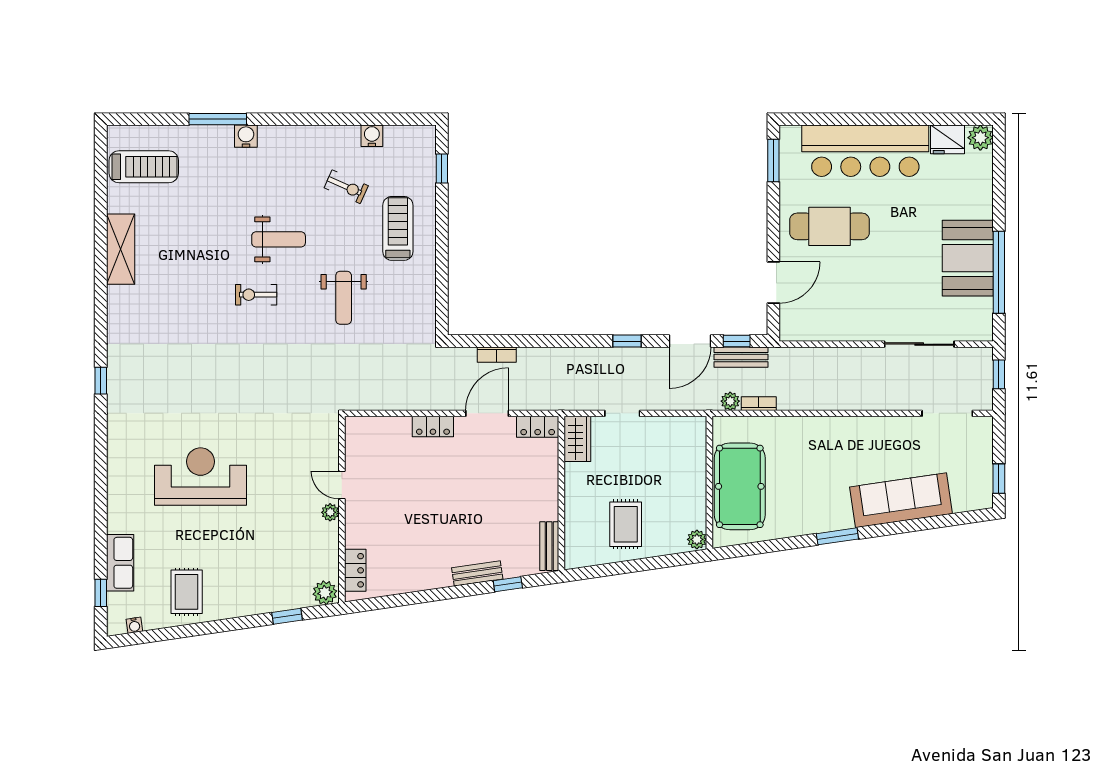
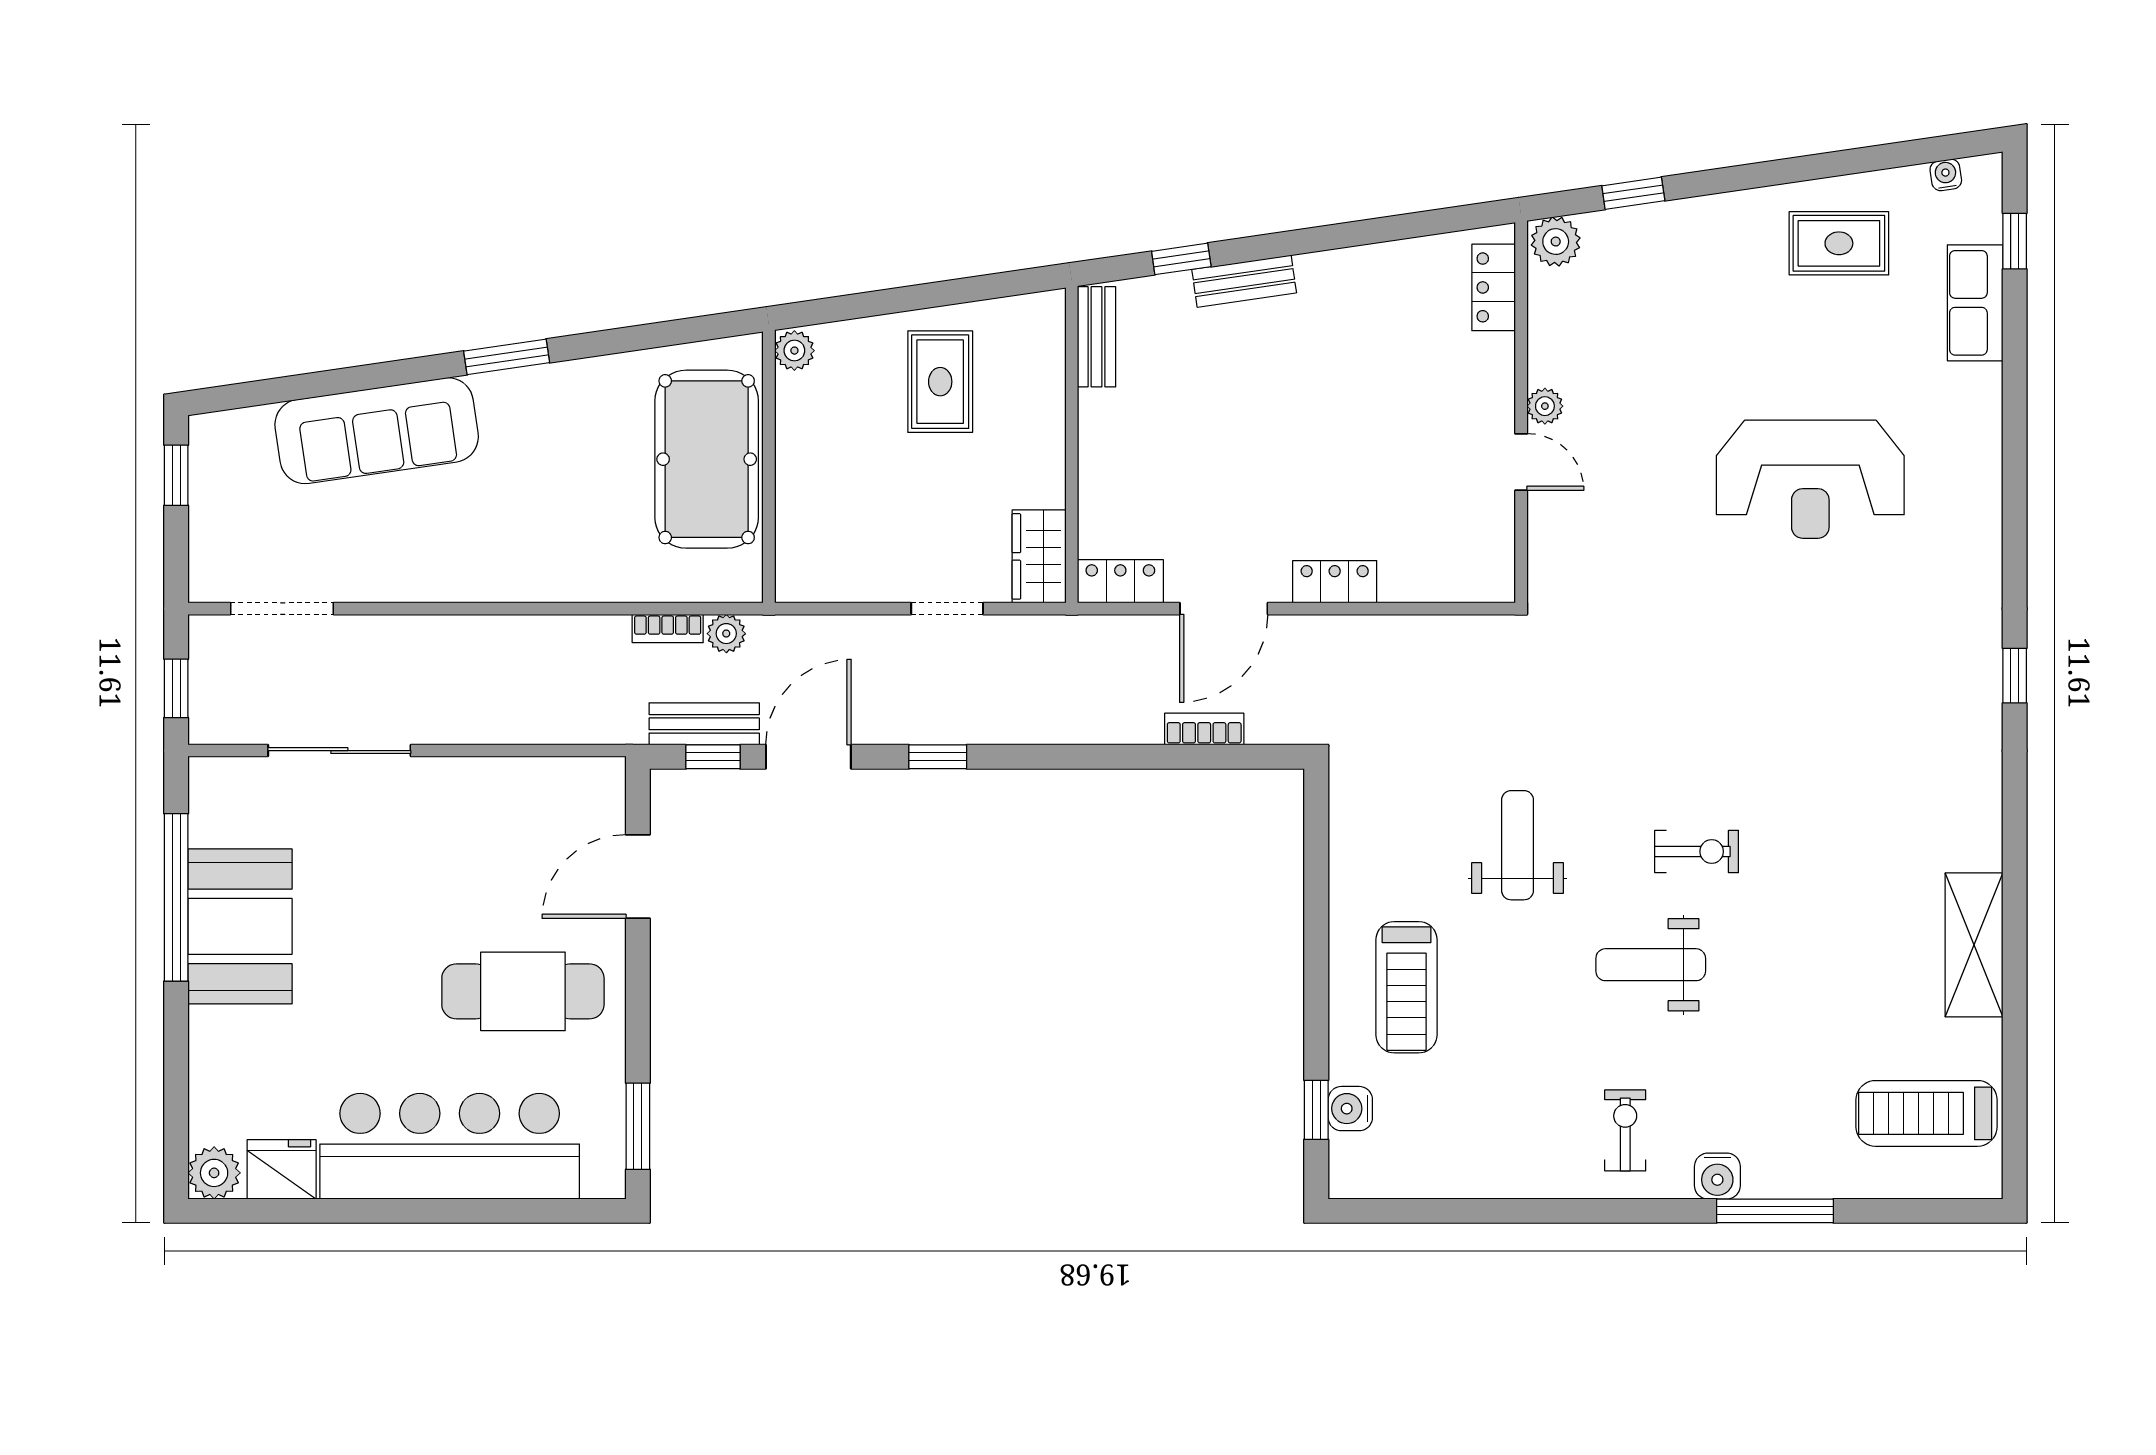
water cooler: (372, 136) -> (1350, 1109), moved, turned 90
exercise bike: (346, 187) -> (1625, 1130), moved, turned 66
rug: (187, 592) -> (1839, 243), turned 90

